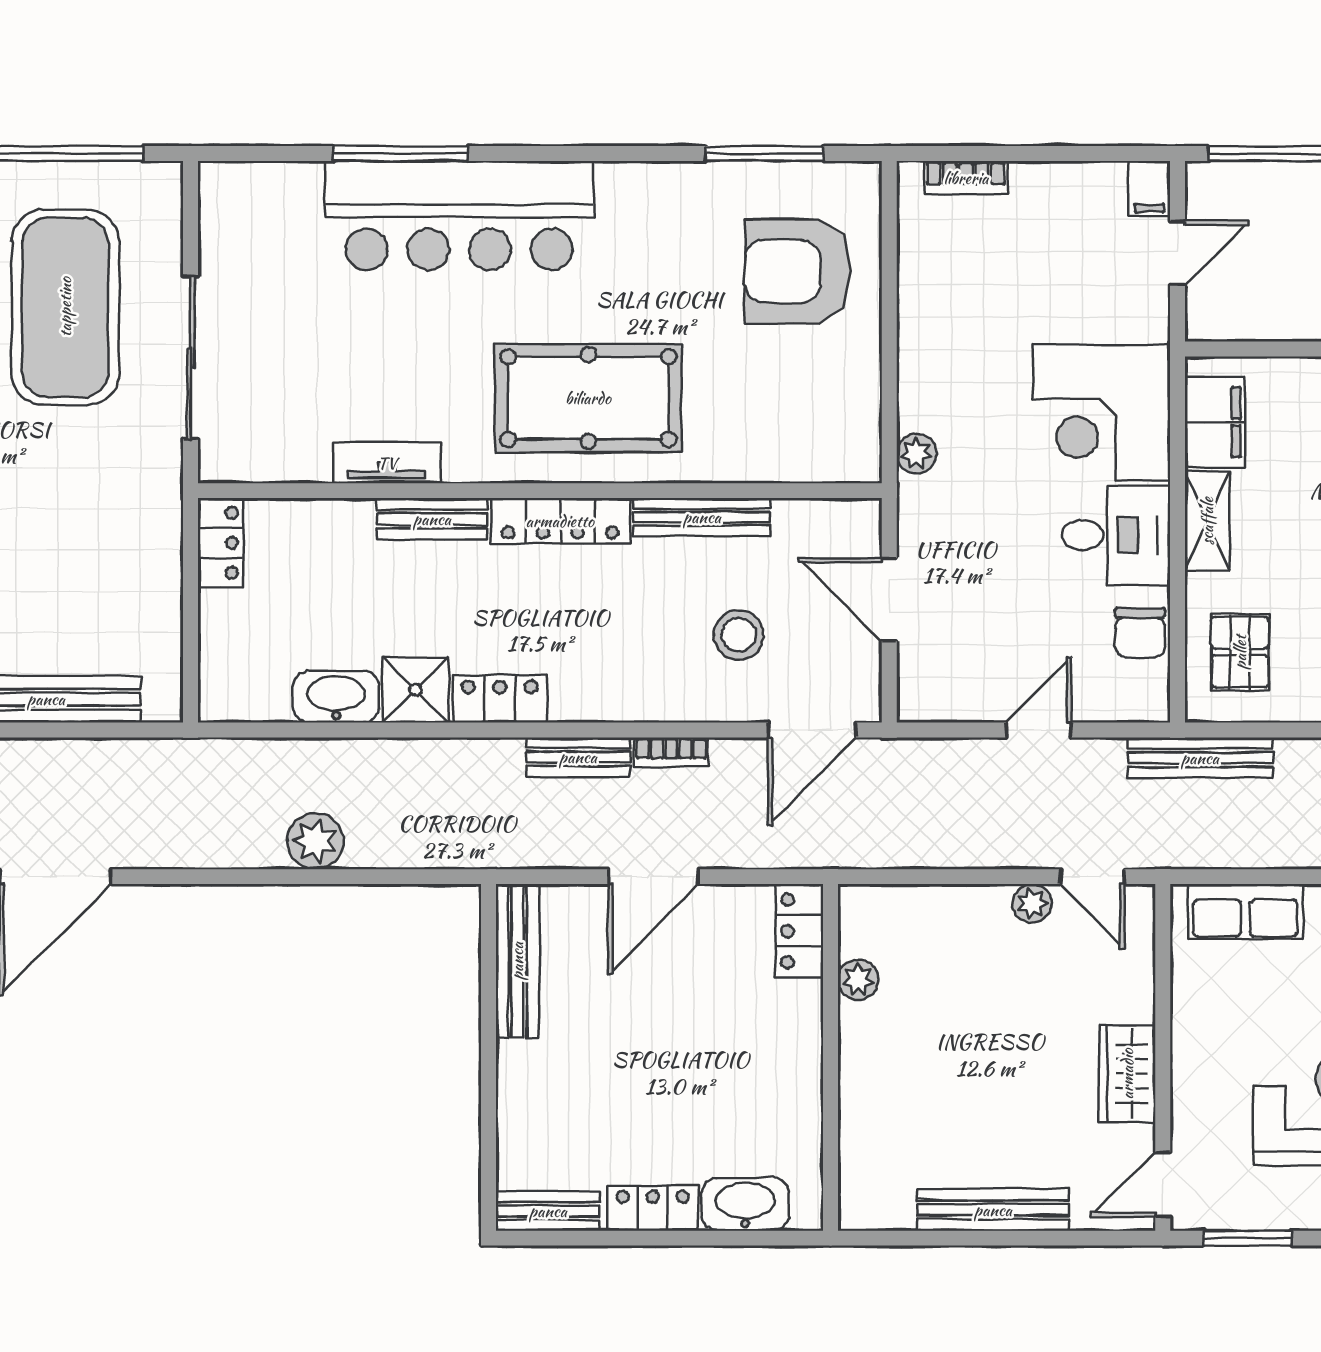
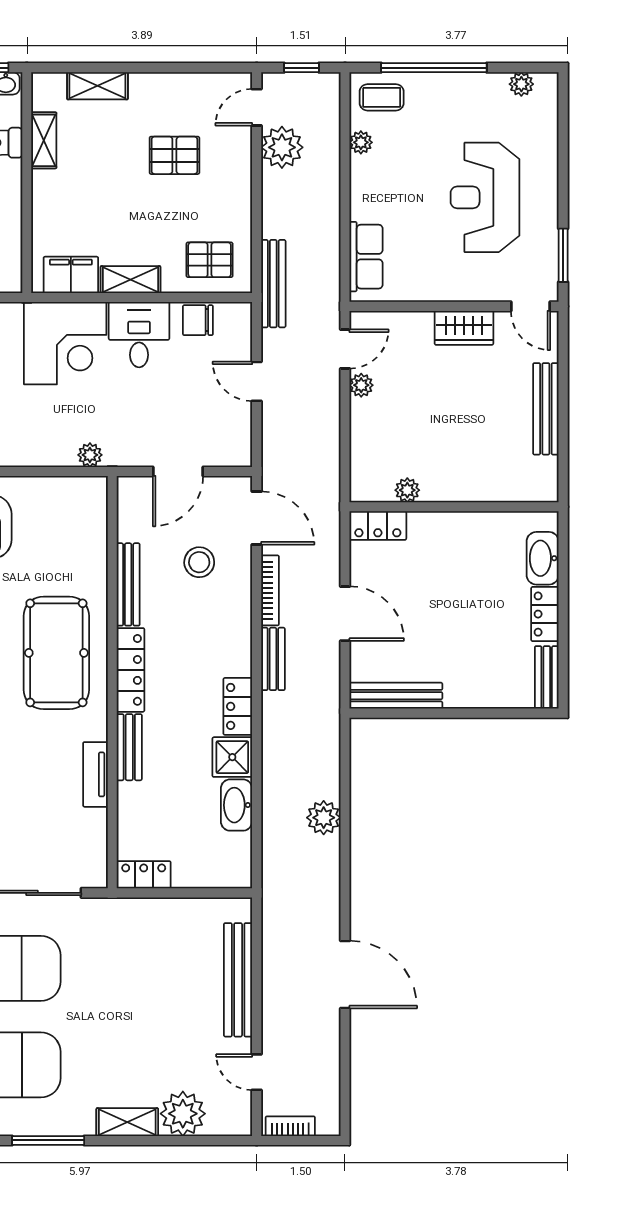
chair: (1140, 633) -> (198, 320), turned 180
bookcase: (671, 752) -> (270, 590), width x1.56

